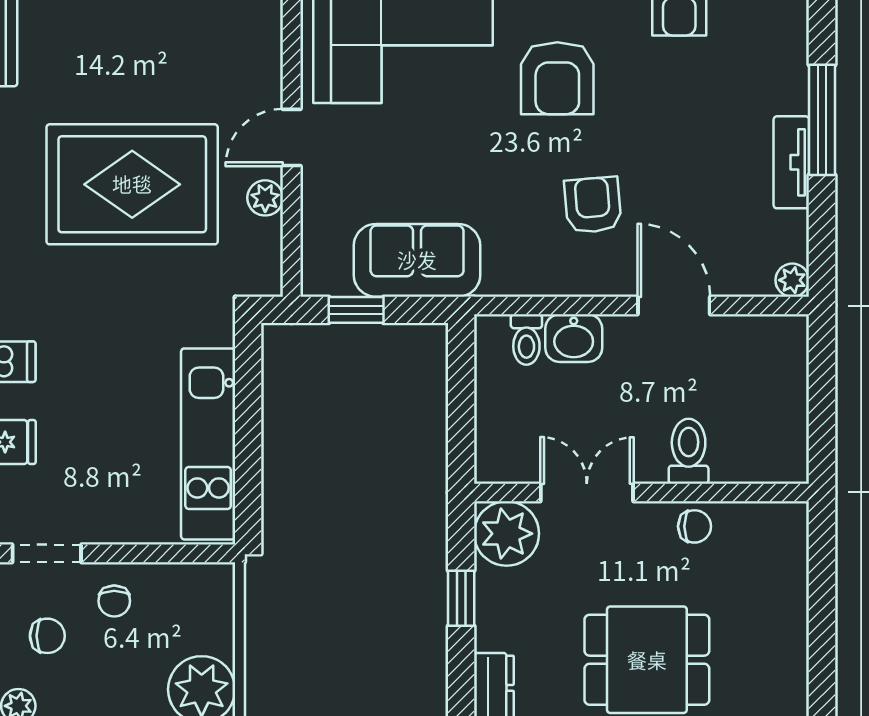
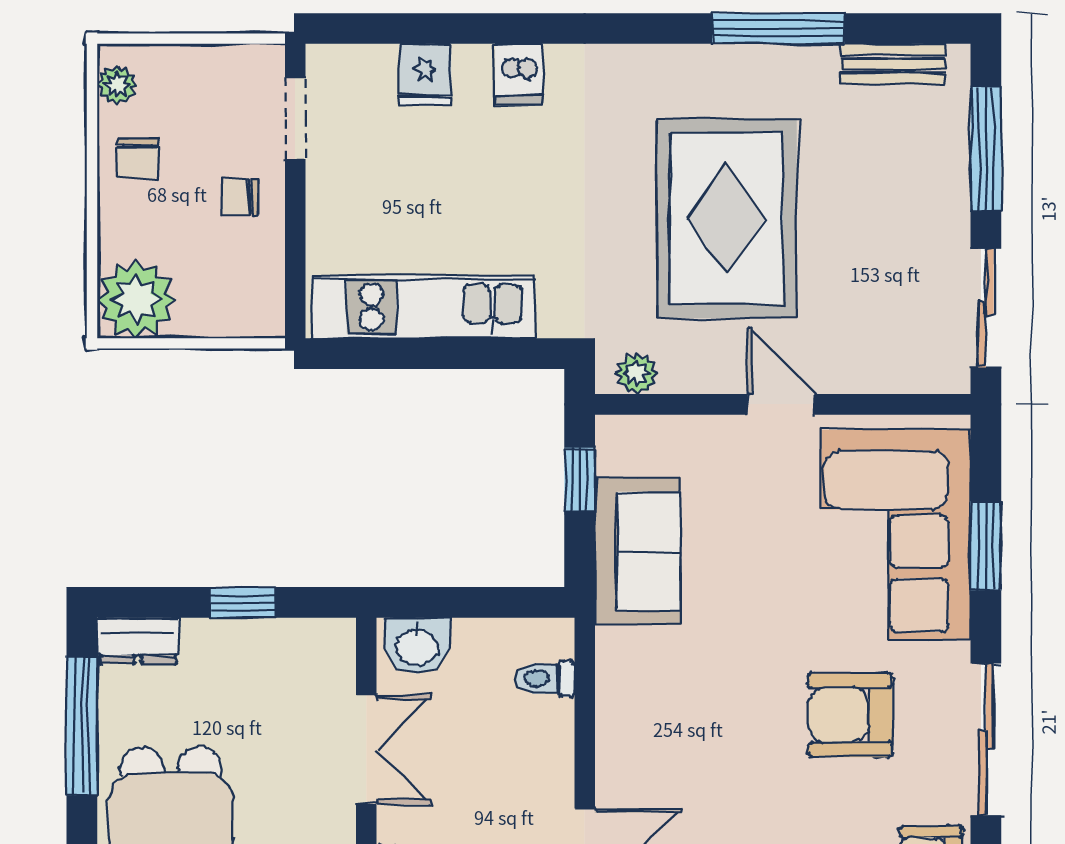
plant: (265, 198) -> (637, 373), moved
armchair: (593, 205) -> (702, 756), removed
washbasin: (574, 338) -> (417, 646), moved, turned -90
plant: (507, 534) -> (318, 655), removed
chair: (47, 636) -> (138, 158), moved

